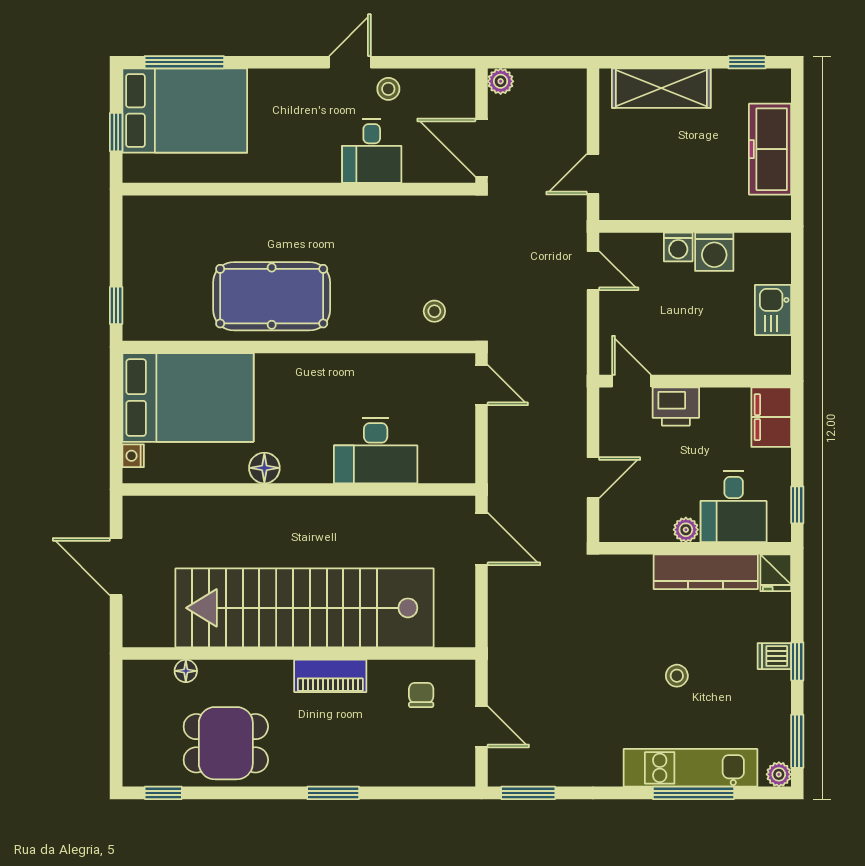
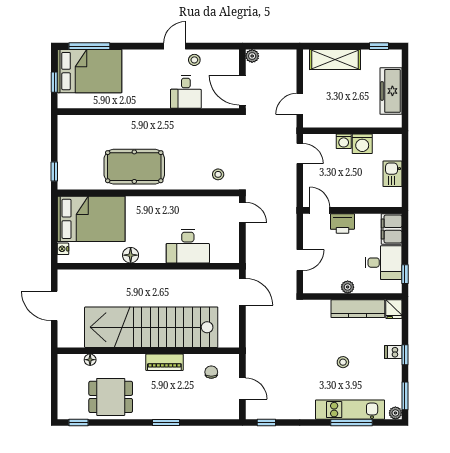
desk: (734, 507) -> (384, 263), moved, turned -90
window: (528, 793) -> (266, 422), width x0.67

